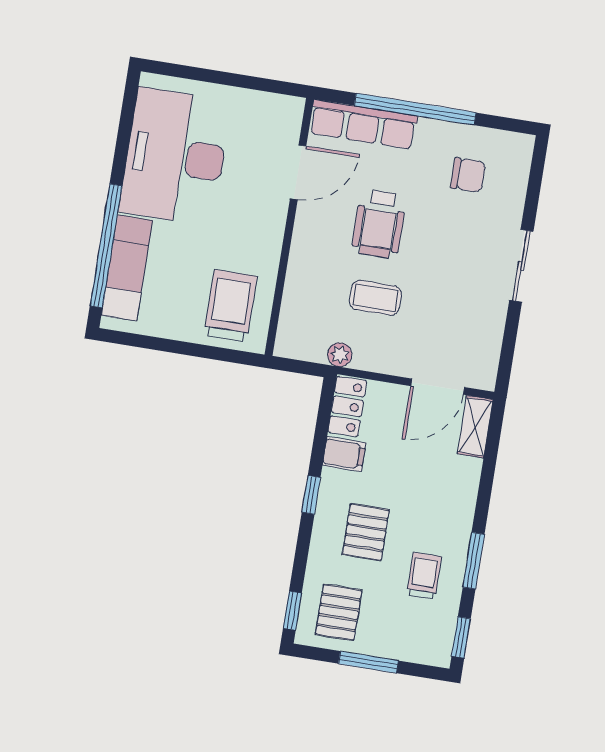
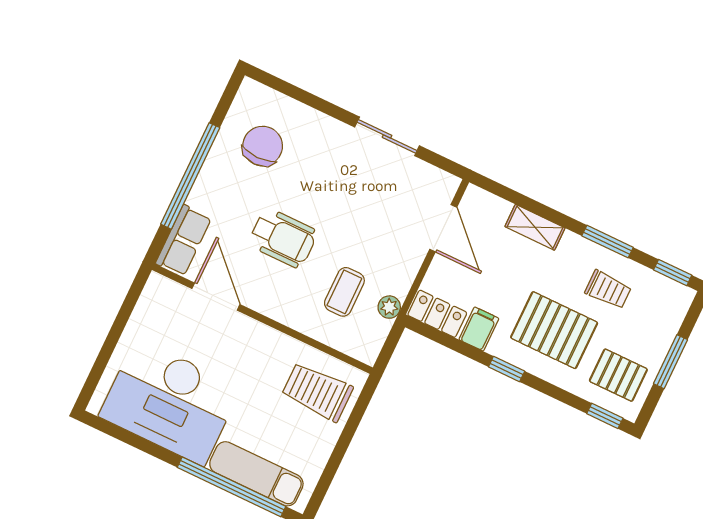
row of seats: (363, 124) -> (183, 240), width x0.68
chair: (468, 175) -> (263, 146), width x1.37, depth x1.37
sliding door: (521, 266) -> (387, 136), moved
coffee table: (375, 298) -> (344, 292), moved
shelving: (475, 427) -> (535, 227), moved
pallet: (366, 532) -> (554, 330), width x1.50, depth x1.42
trolley: (424, 576) -> (608, 290), turned 180

